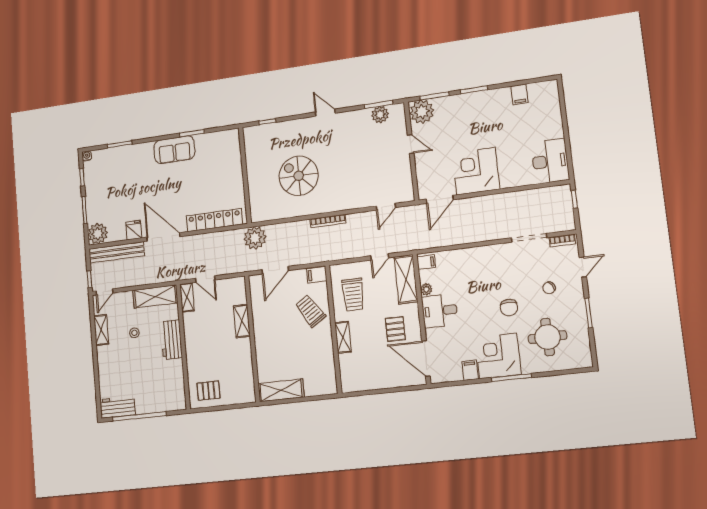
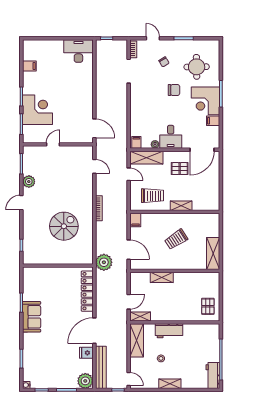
plant: (422, 112) -> (31, 134), removed
plant: (380, 115) -> (29, 182), moved
corner desk: (476, 171) -> (38, 110), moved, turned 180
spiral stairs: (299, 176) -> (64, 226), turned 180
trolley: (310, 311) -> (176, 239), moved
shelving: (101, 330) -> (170, 384), moved

